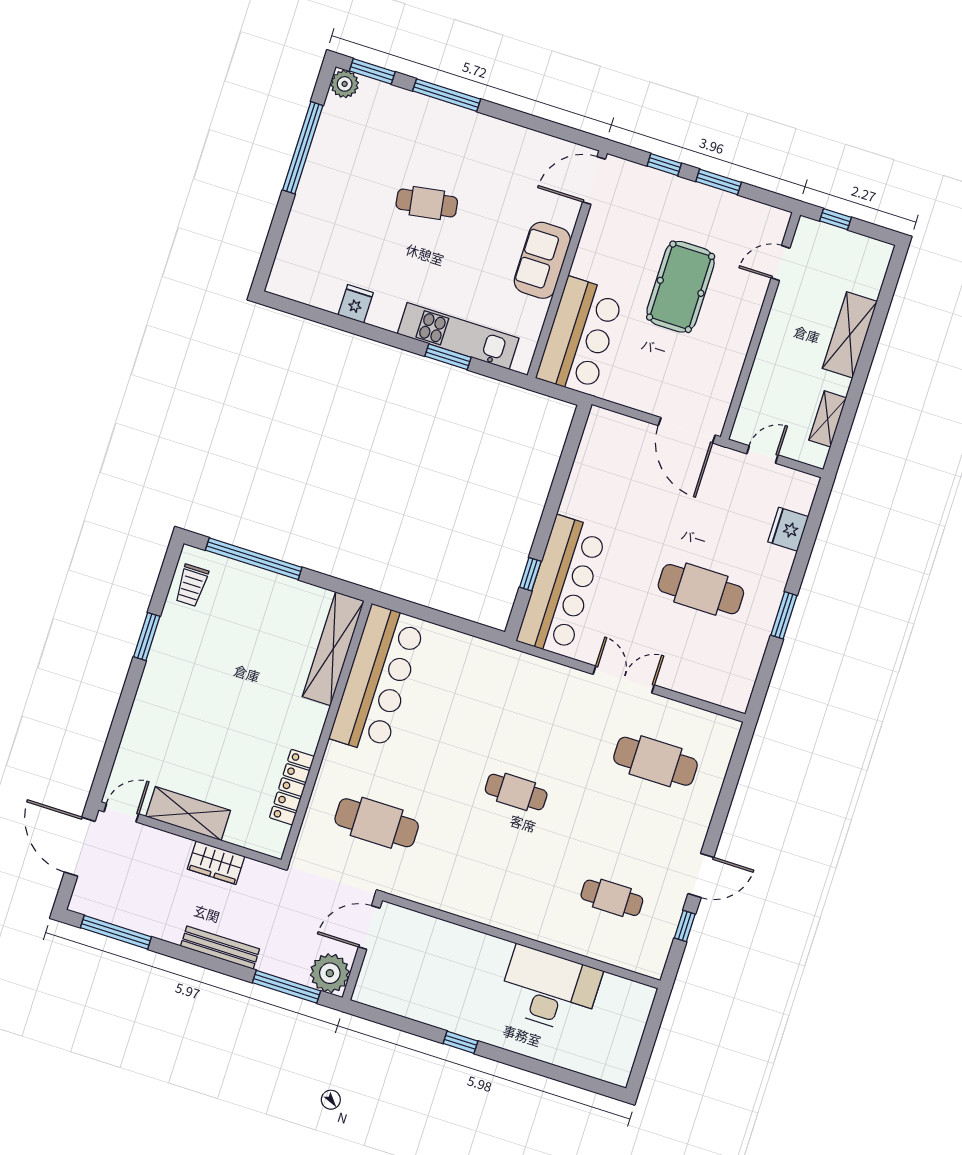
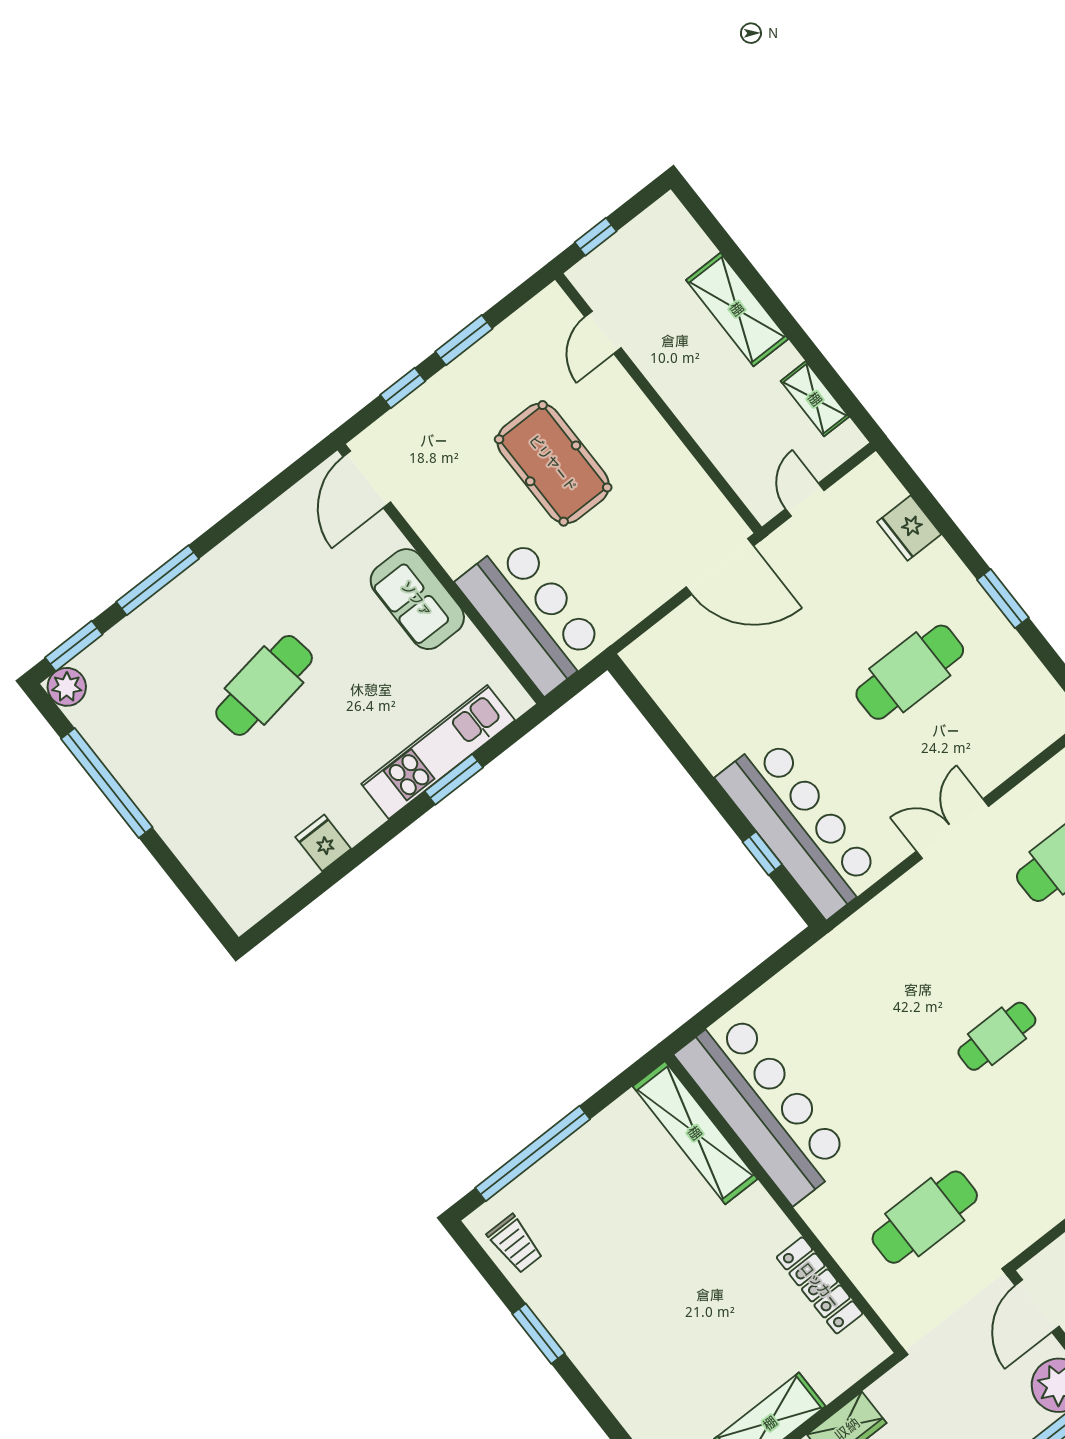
cafe table: (427, 203) -> (264, 685), width x1.37, depth x1.35

